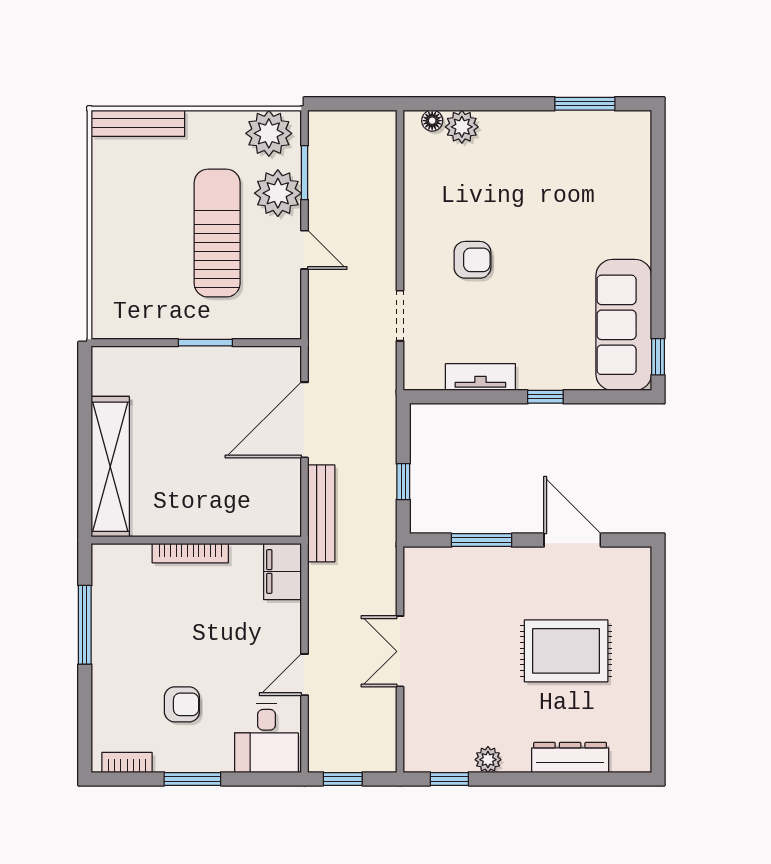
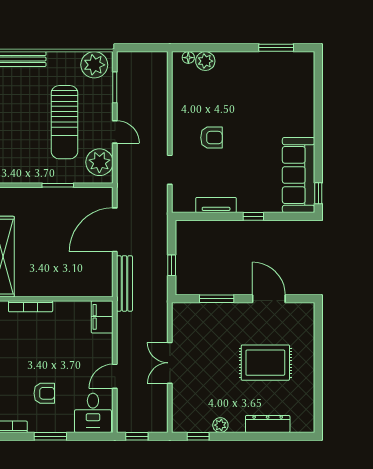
plant: (278, 193) -> (99, 162), moved
sun lounger: (217, 233) -> (65, 122), turned 180
bookcase: (190, 553) -> (31, 306), moved

